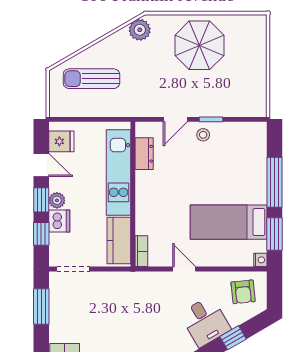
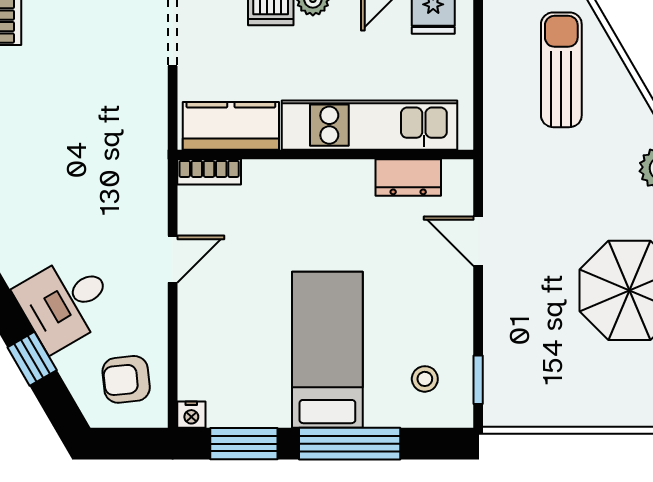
window: (211, 119) -> (478, 380), moved
stool: (203, 135) -> (425, 379), moved
bed: (229, 222) -> (327, 350), moved

